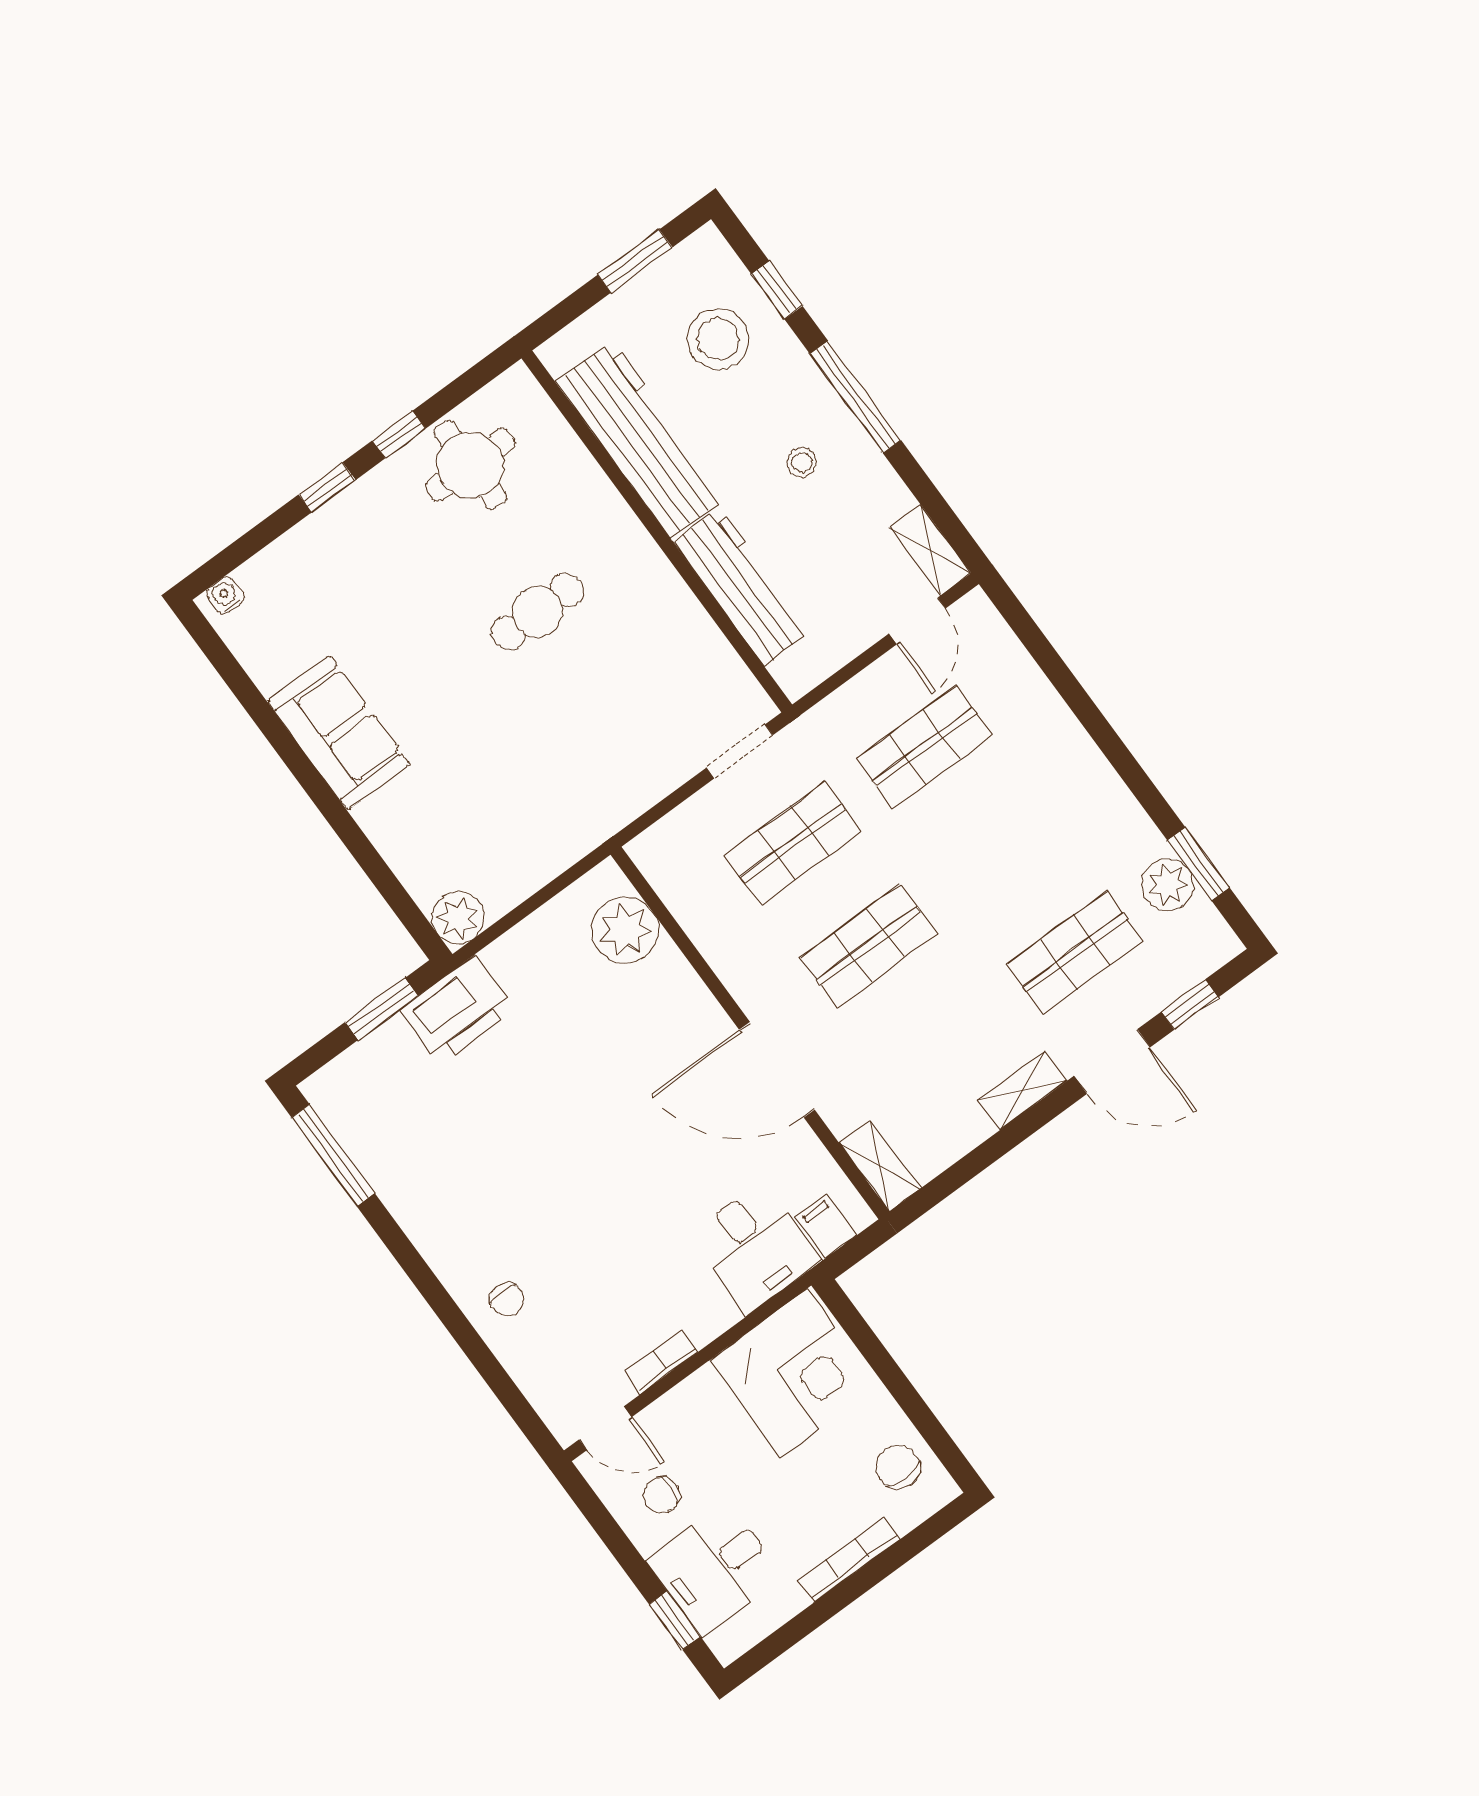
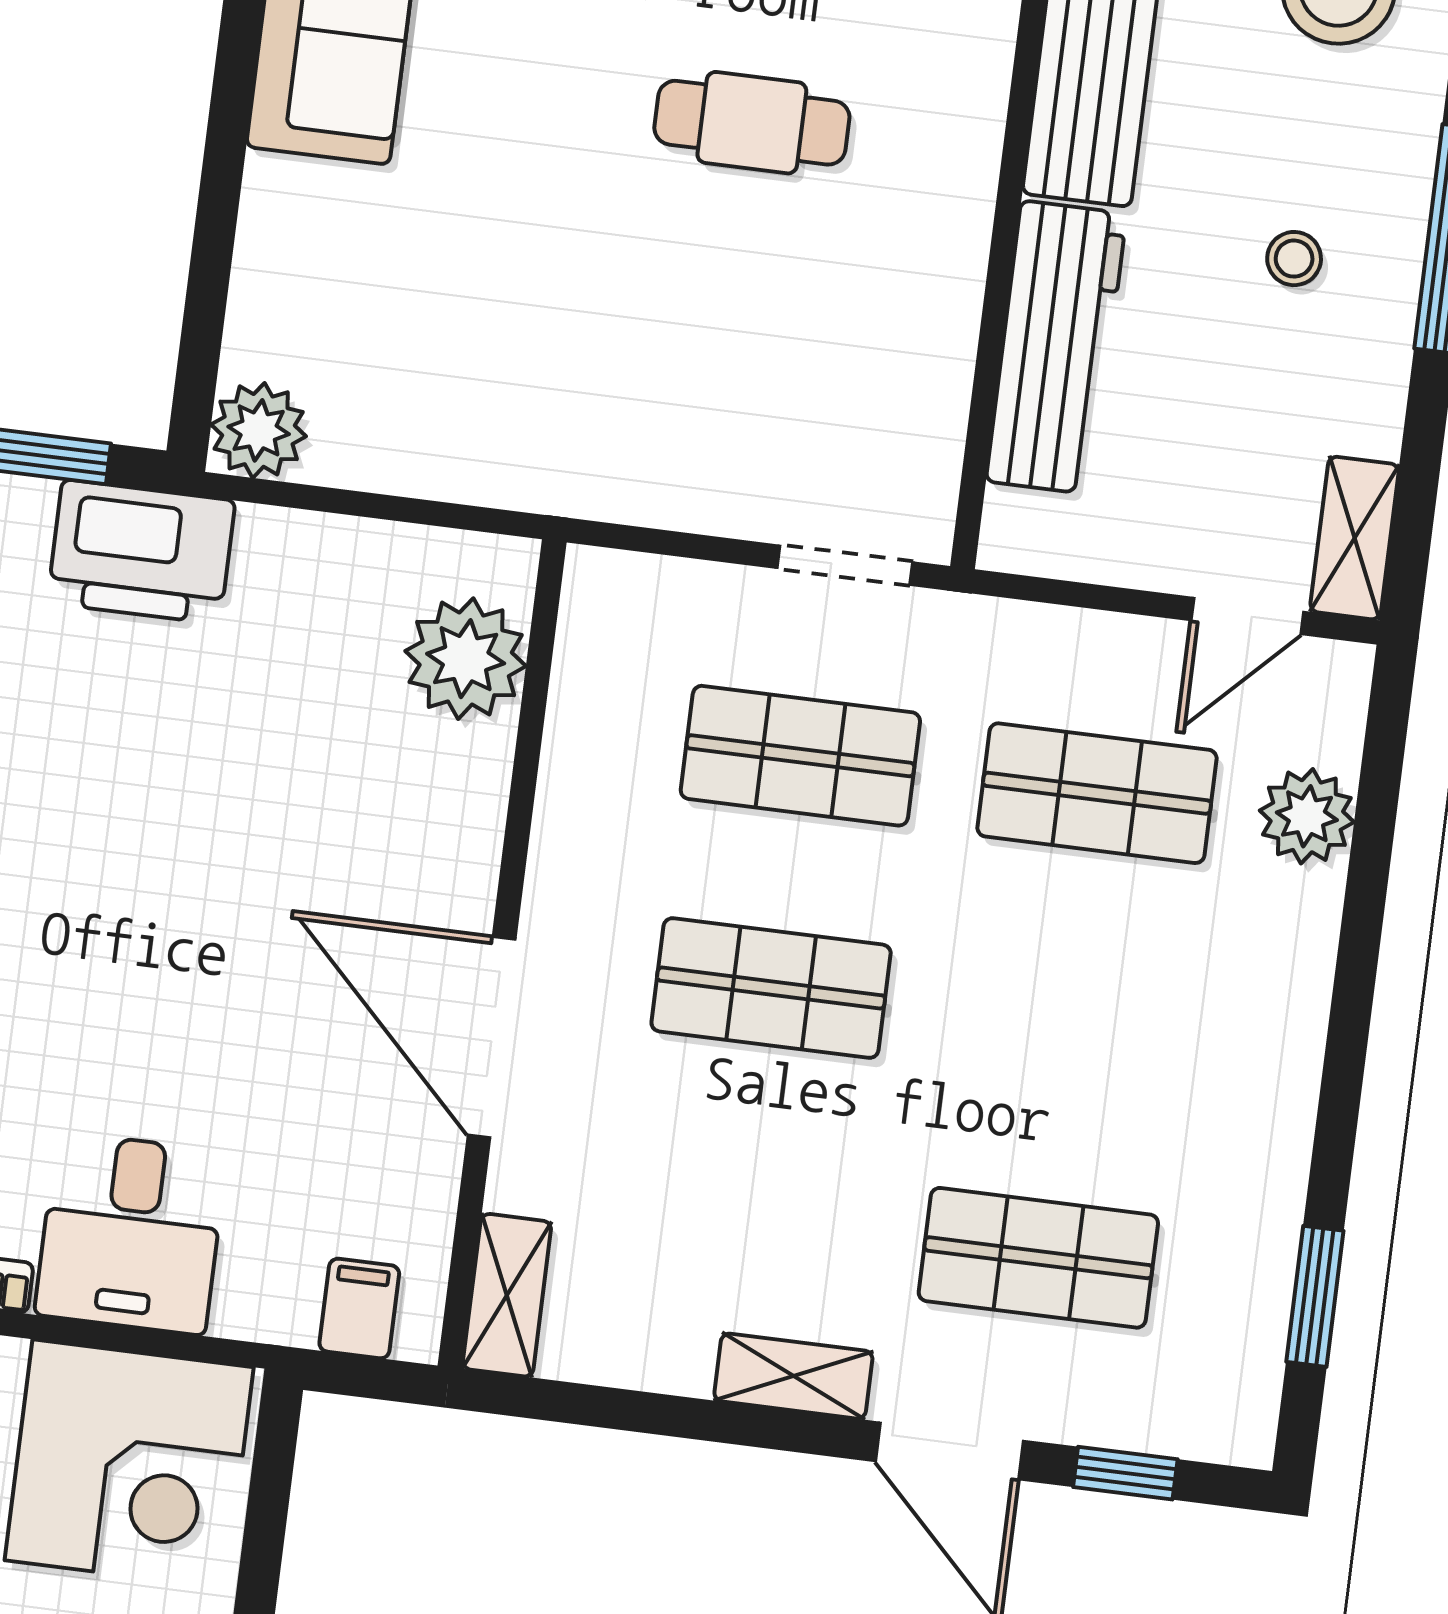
plant: (1168, 885) -> (1307, 816), moved
desk: (755, 1247) -> (131, 1233), moved

